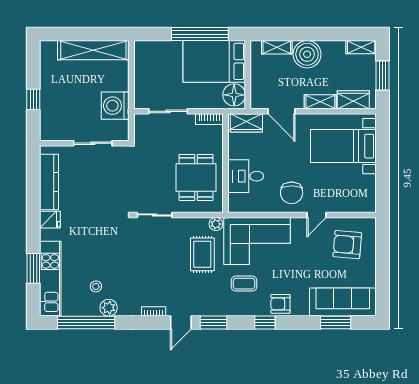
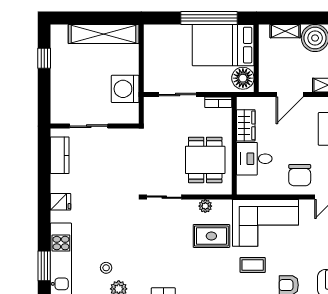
window: (33, 99) -> (44, 58), moved
door: (281, 111) -> (290, 95), hinge flipped
wardrobe: (246, 123) -> (246, 125), moved, turned -90
sliding door: (93, 143) -> (89, 126), moved
kitchen counter: (49, 182) -> (60, 155), width x0.67
plant: (216, 224) -> (205, 206), moved
rug: (202, 254) -> (211, 236), turned 90
window: (33, 268) -> (44, 266), moved

